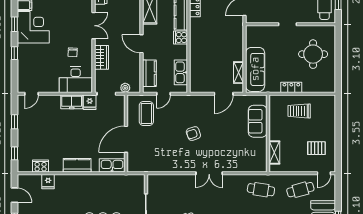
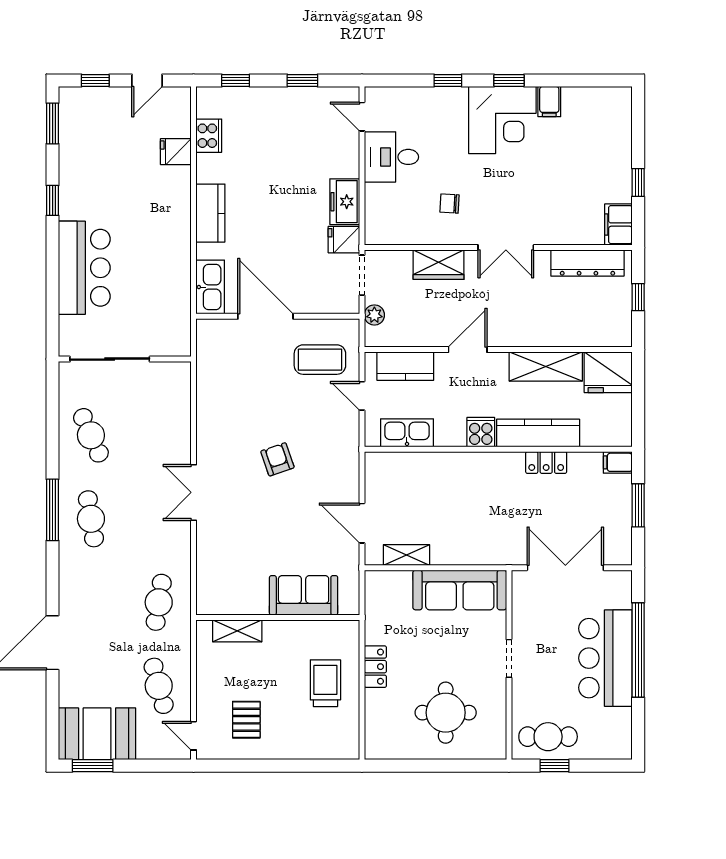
sofa: (255, 69) -> (460, 590), moved
desk: (76, 80) -> (391, 157), moved, width x0.73

